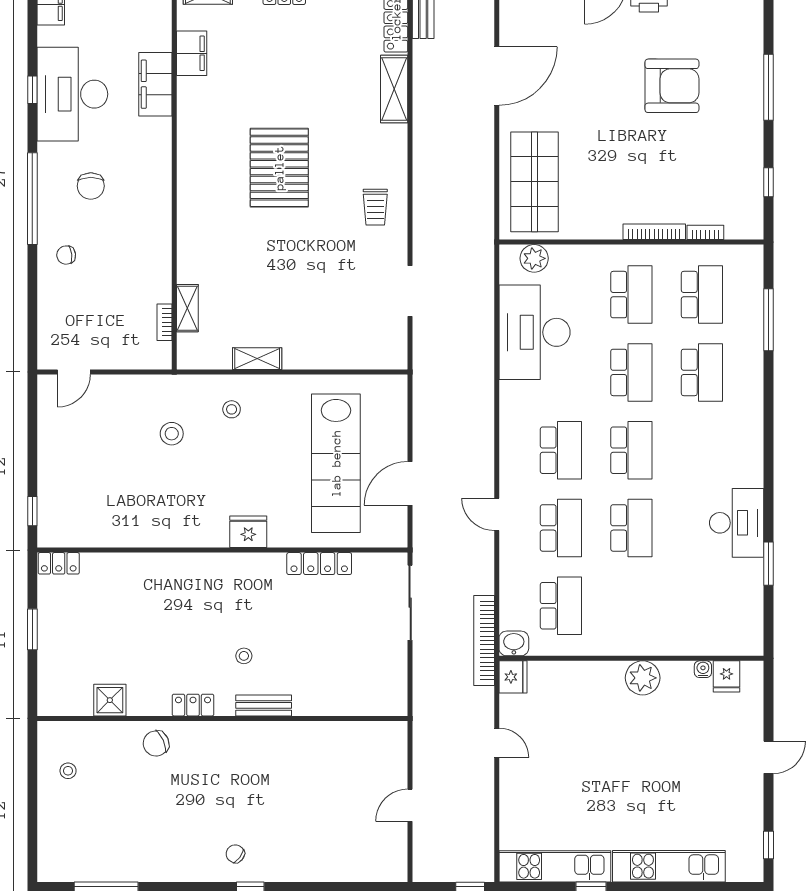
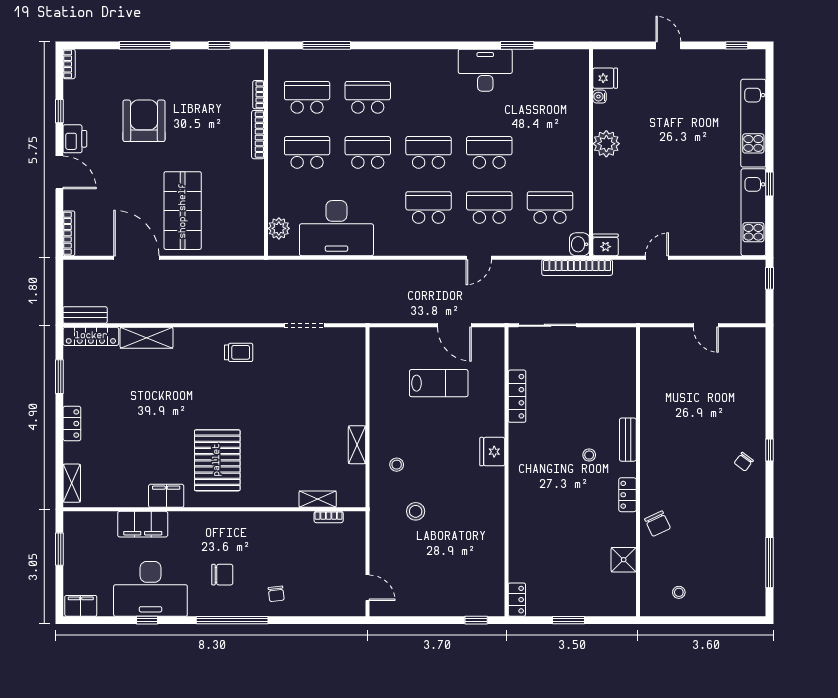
filing cabinet: (192, 53) -> (166, 496), moved
pallet: (279, 168) -> (217, 460), moved, turned 90
shop shelf: (534, 182) -> (183, 211), moved, turned 90
lab bench: (336, 463) -> (439, 383), width x0.54, depth x0.72

